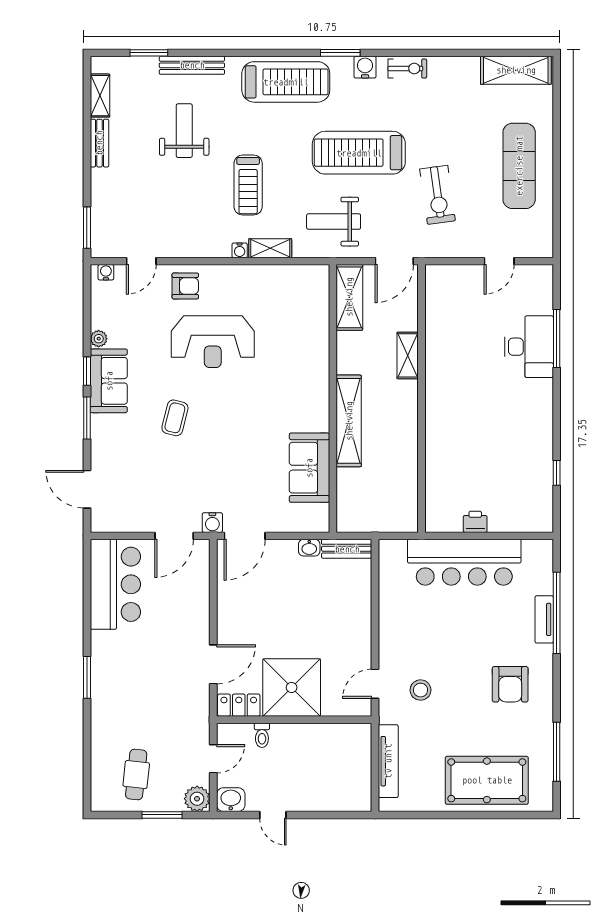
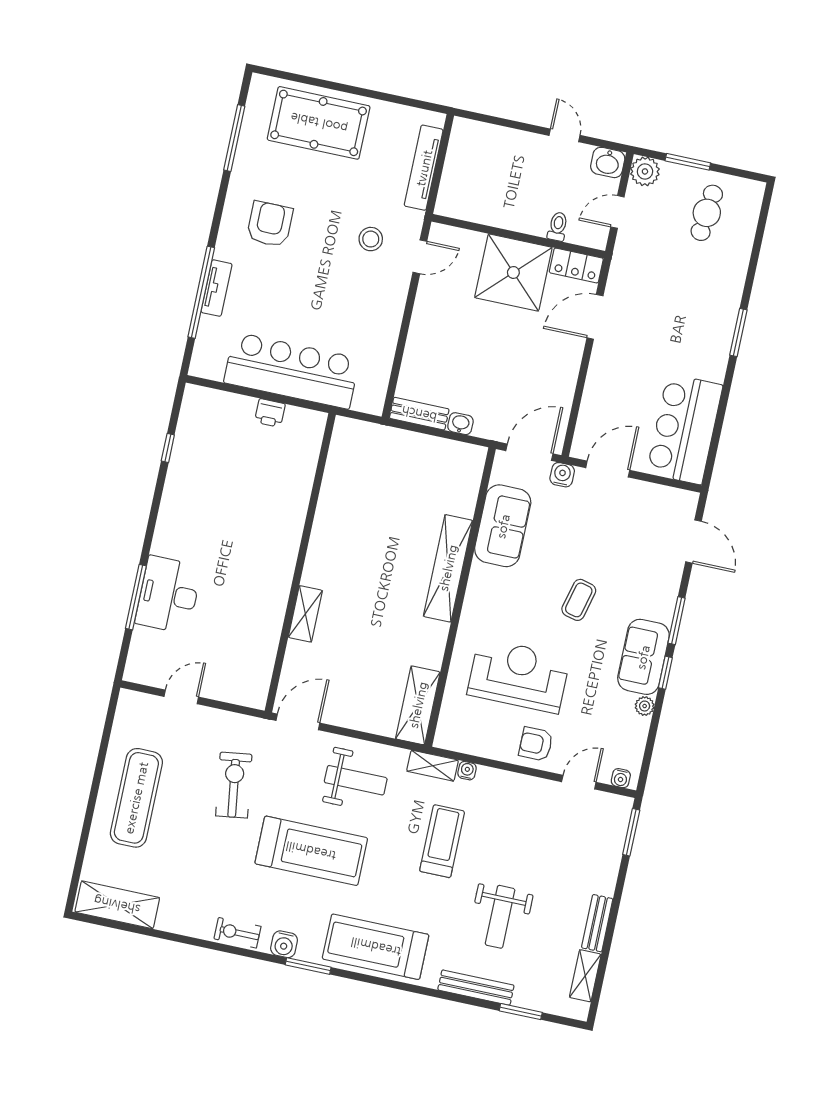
shelving: (349, 297) -> (418, 705), moved
wall: (333, 398) -> (460, 597), moved
shelving: (349, 421) -> (448, 568), moved
sofa: (309, 468) -> (503, 526), moved

